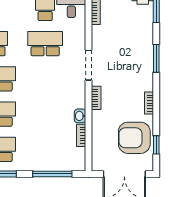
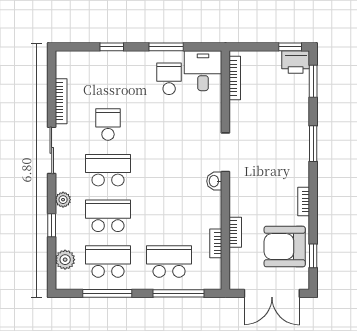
school desk: (45, 44) -> (169, 262), moved
bookcase: (96, 98) -> (235, 232), moved
washbasin: (80, 116) -> (214, 181), moved

